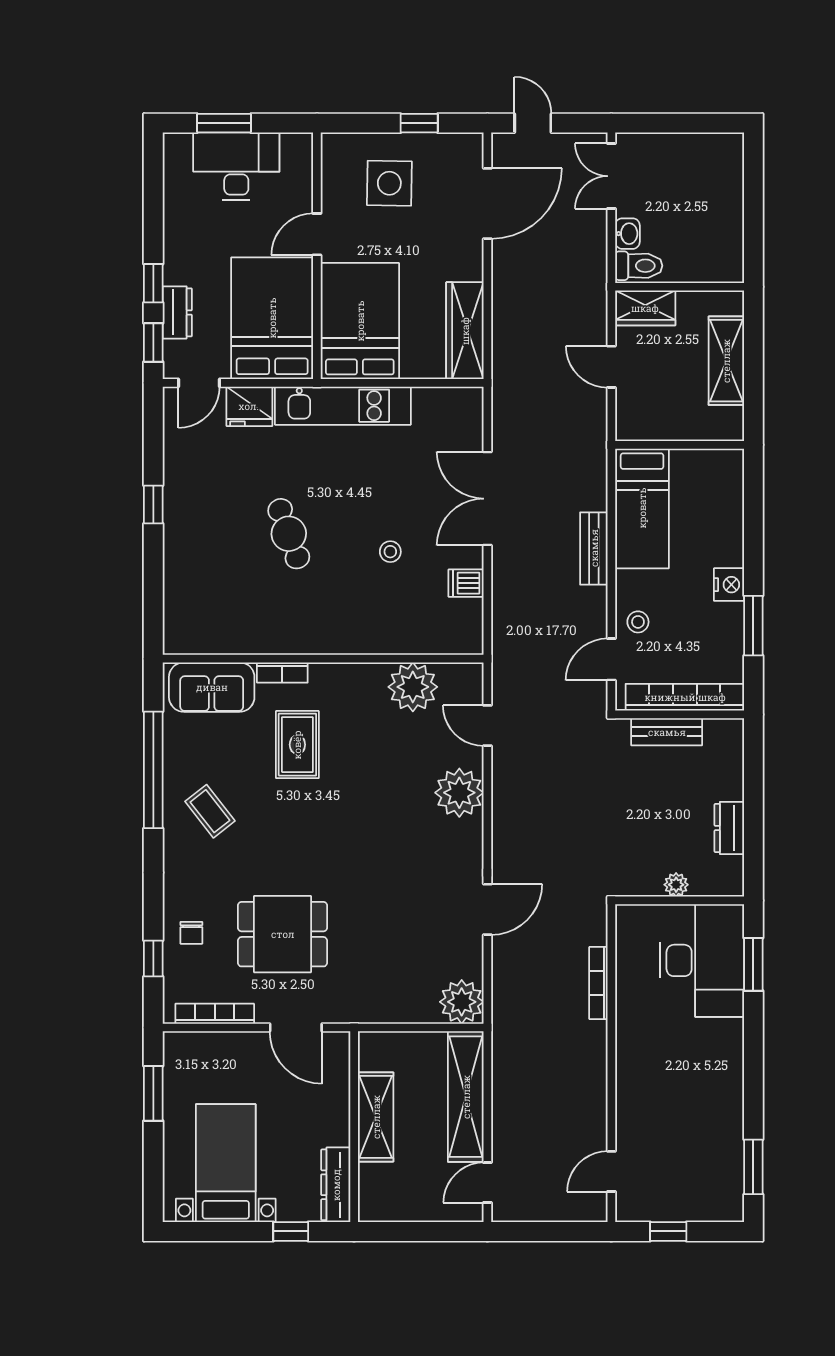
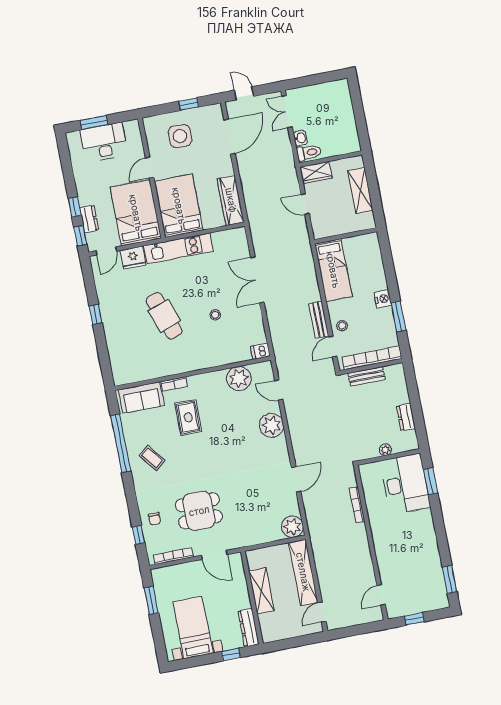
cafe table: (289, 534) -> (164, 316), width x1.37, depth x1.35
bench: (594, 548) -> (319, 320), moved
dishwasher: (466, 583) -> (260, 351), moved

